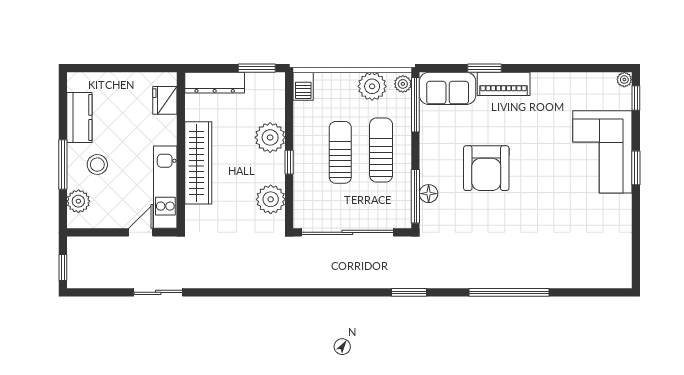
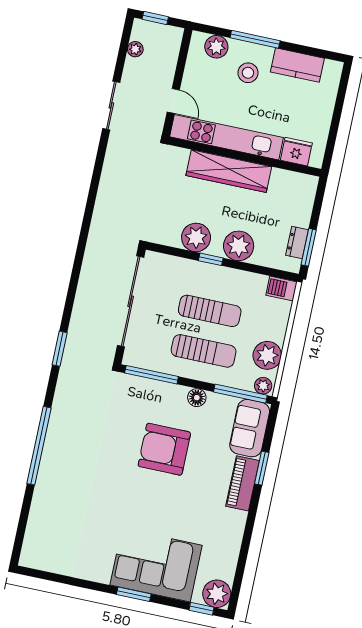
plant: (624, 80) -> (217, 594), width x1.87, depth x1.87
dresser: (215, 83) -> (297, 243), moved, width x0.51, depth x0.80
kitchen unit: (165, 187) -> (227, 137), width x1.36
floor lamp: (429, 194) -> (197, 398), moved
plant: (271, 199) -> (196, 237), moved
plant: (98, 281) -> (135, 49), added

